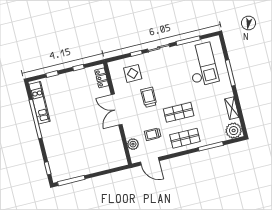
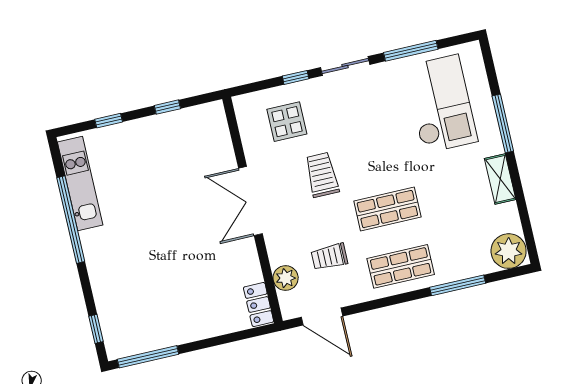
locker: (102, 78) -> (259, 304), moved
shelving: (232, 108) -> (500, 179), moved

